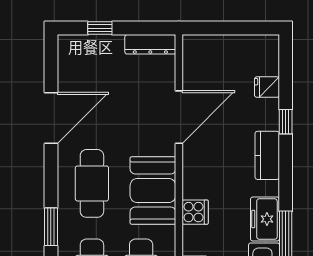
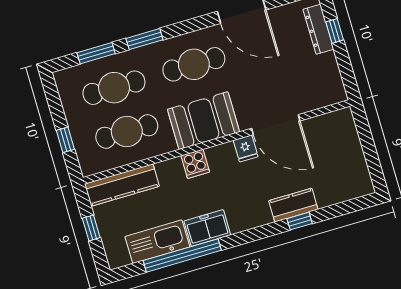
dresser: (150, 44) -> (318, 29), moved
fridge: (267, 87) -> (246, 148), moved, turned 180
kitchen counter: (267, 155) -> (293, 205), moved

